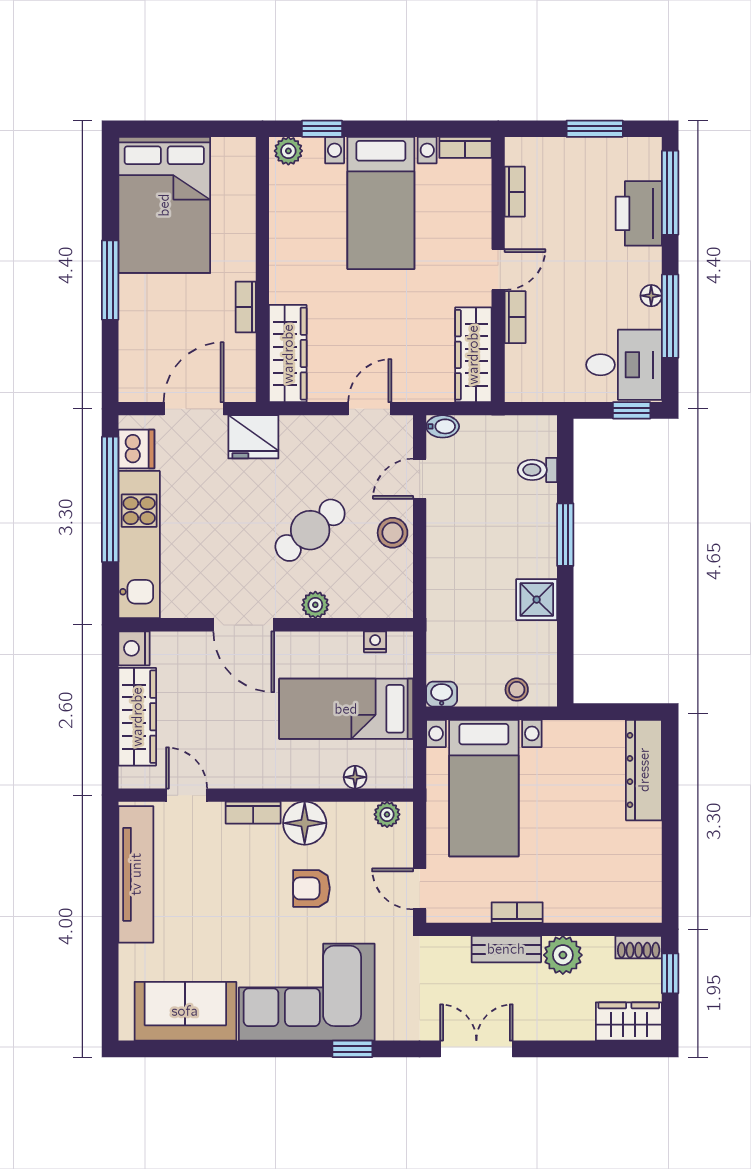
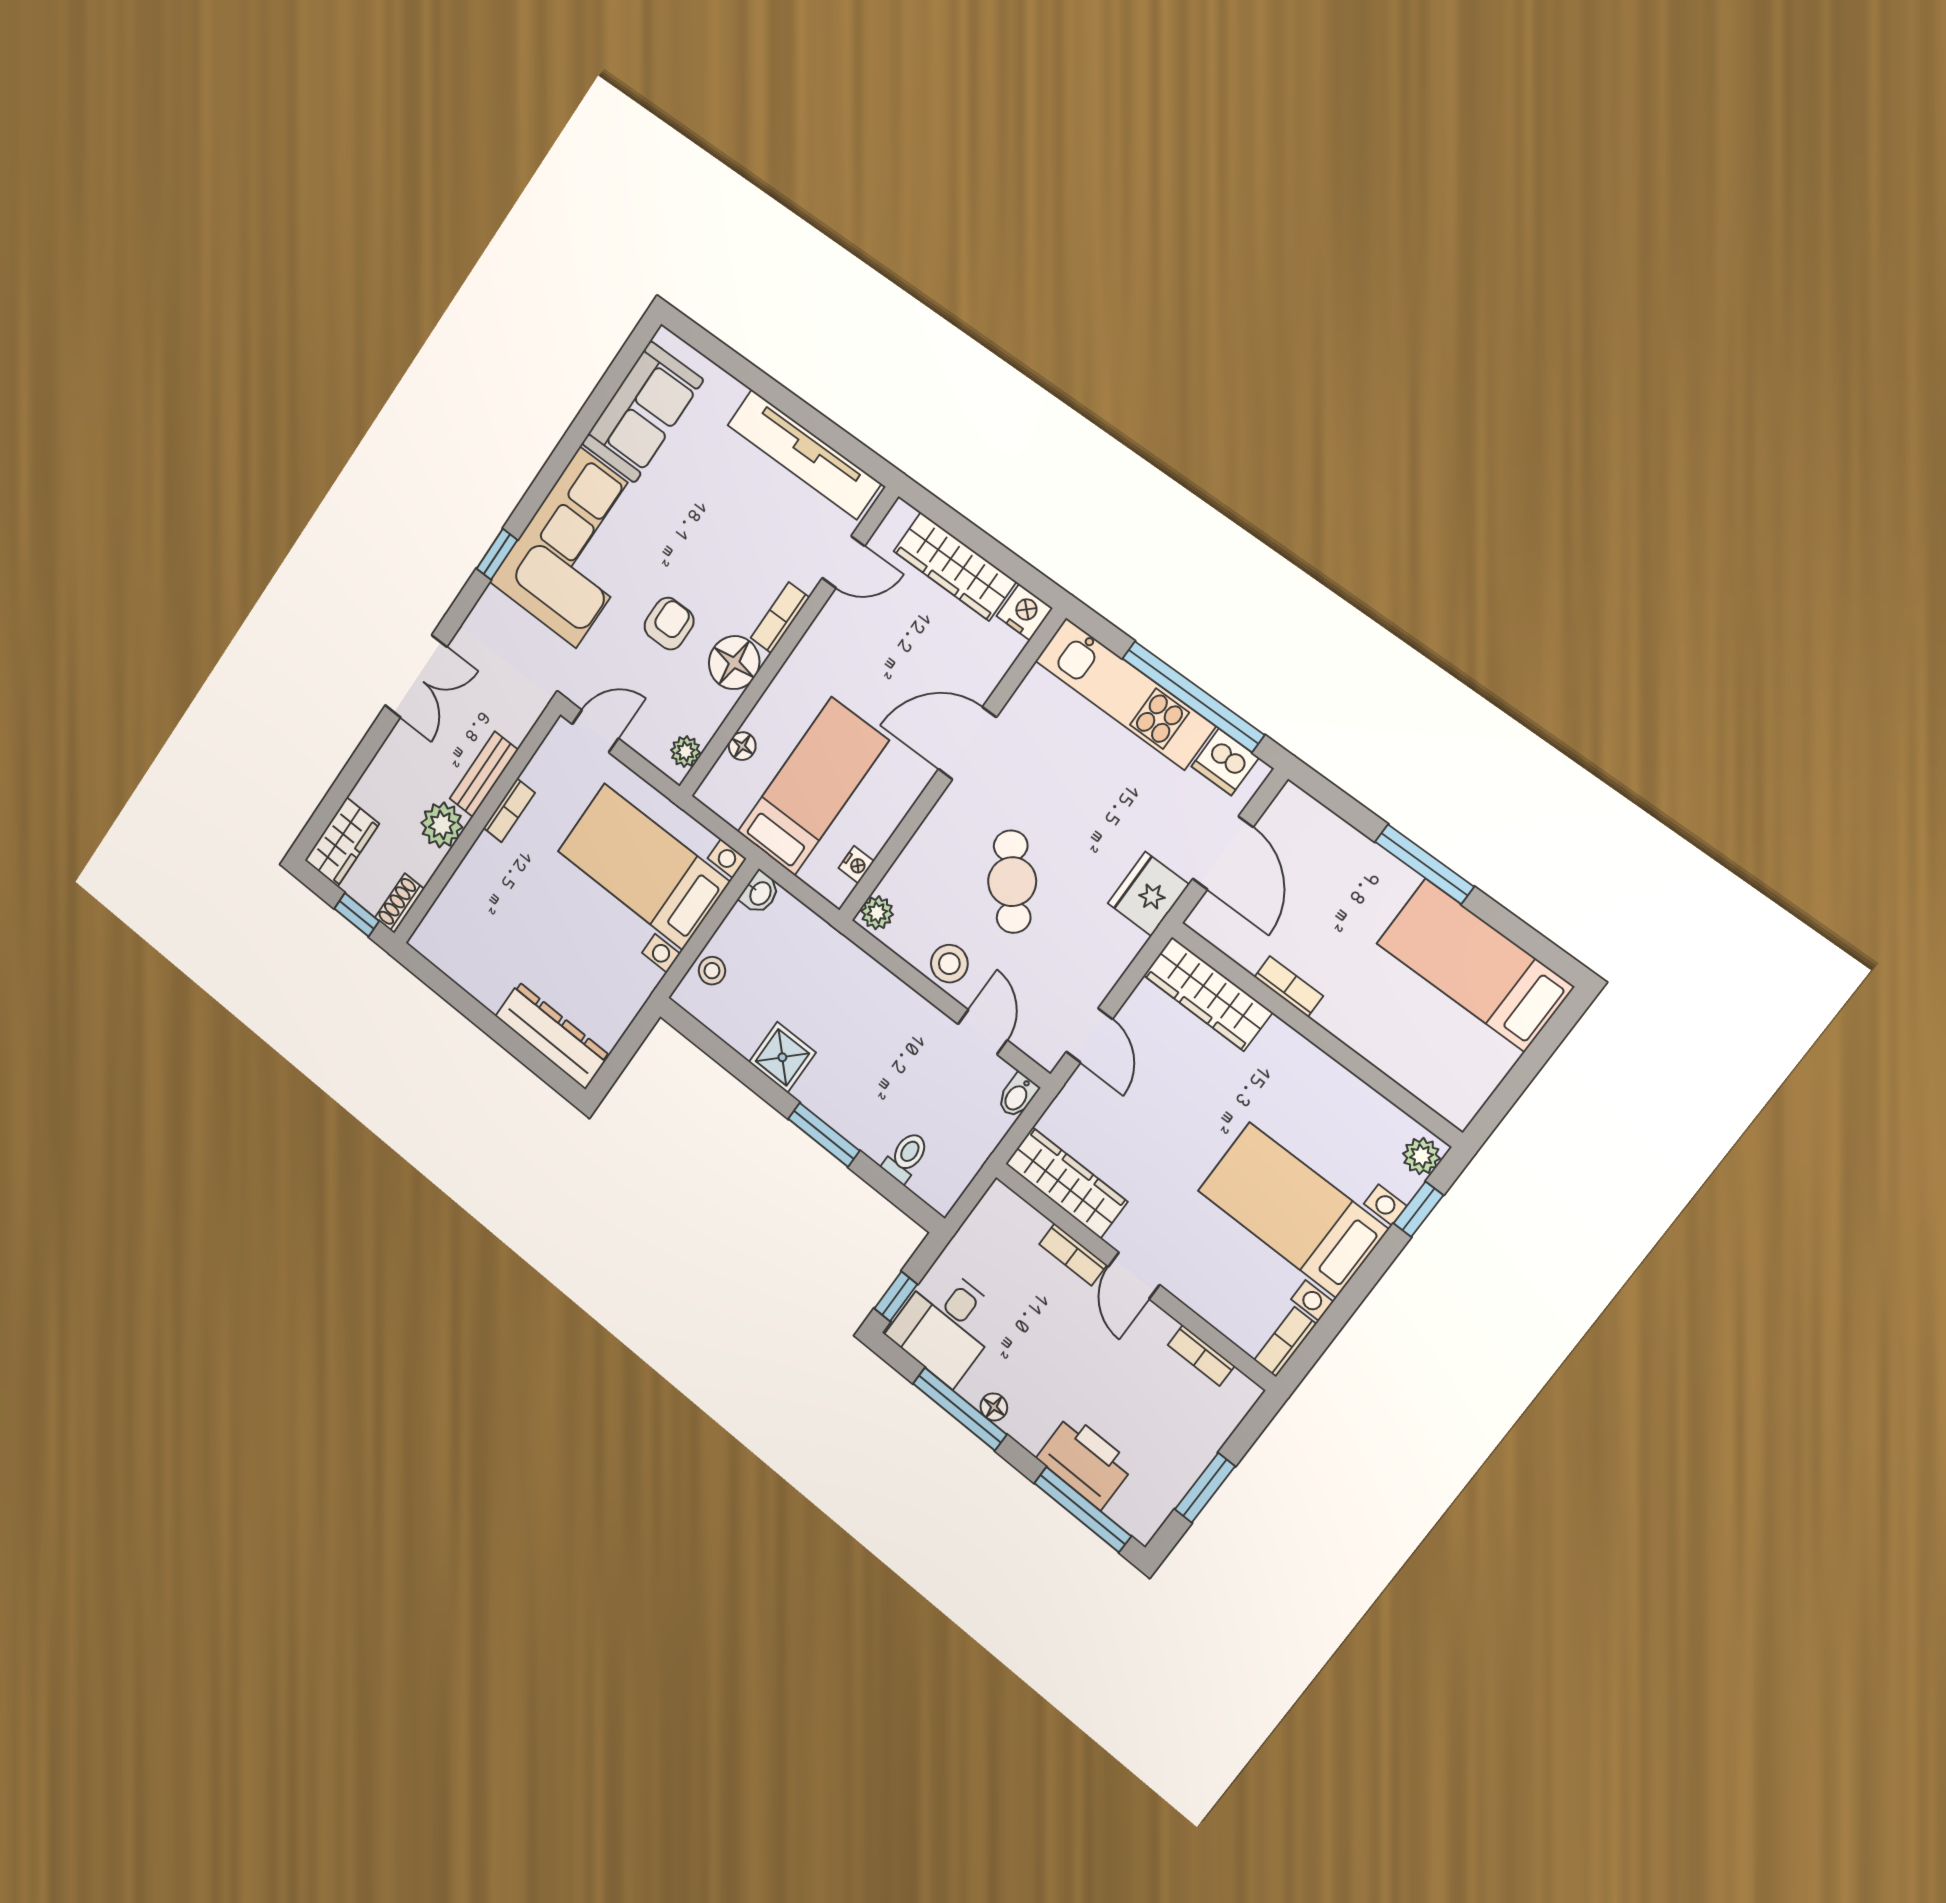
bed: (164, 205) -> (1475, 965), width x0.67
plant: (315, 605) -> (877, 913), moved

